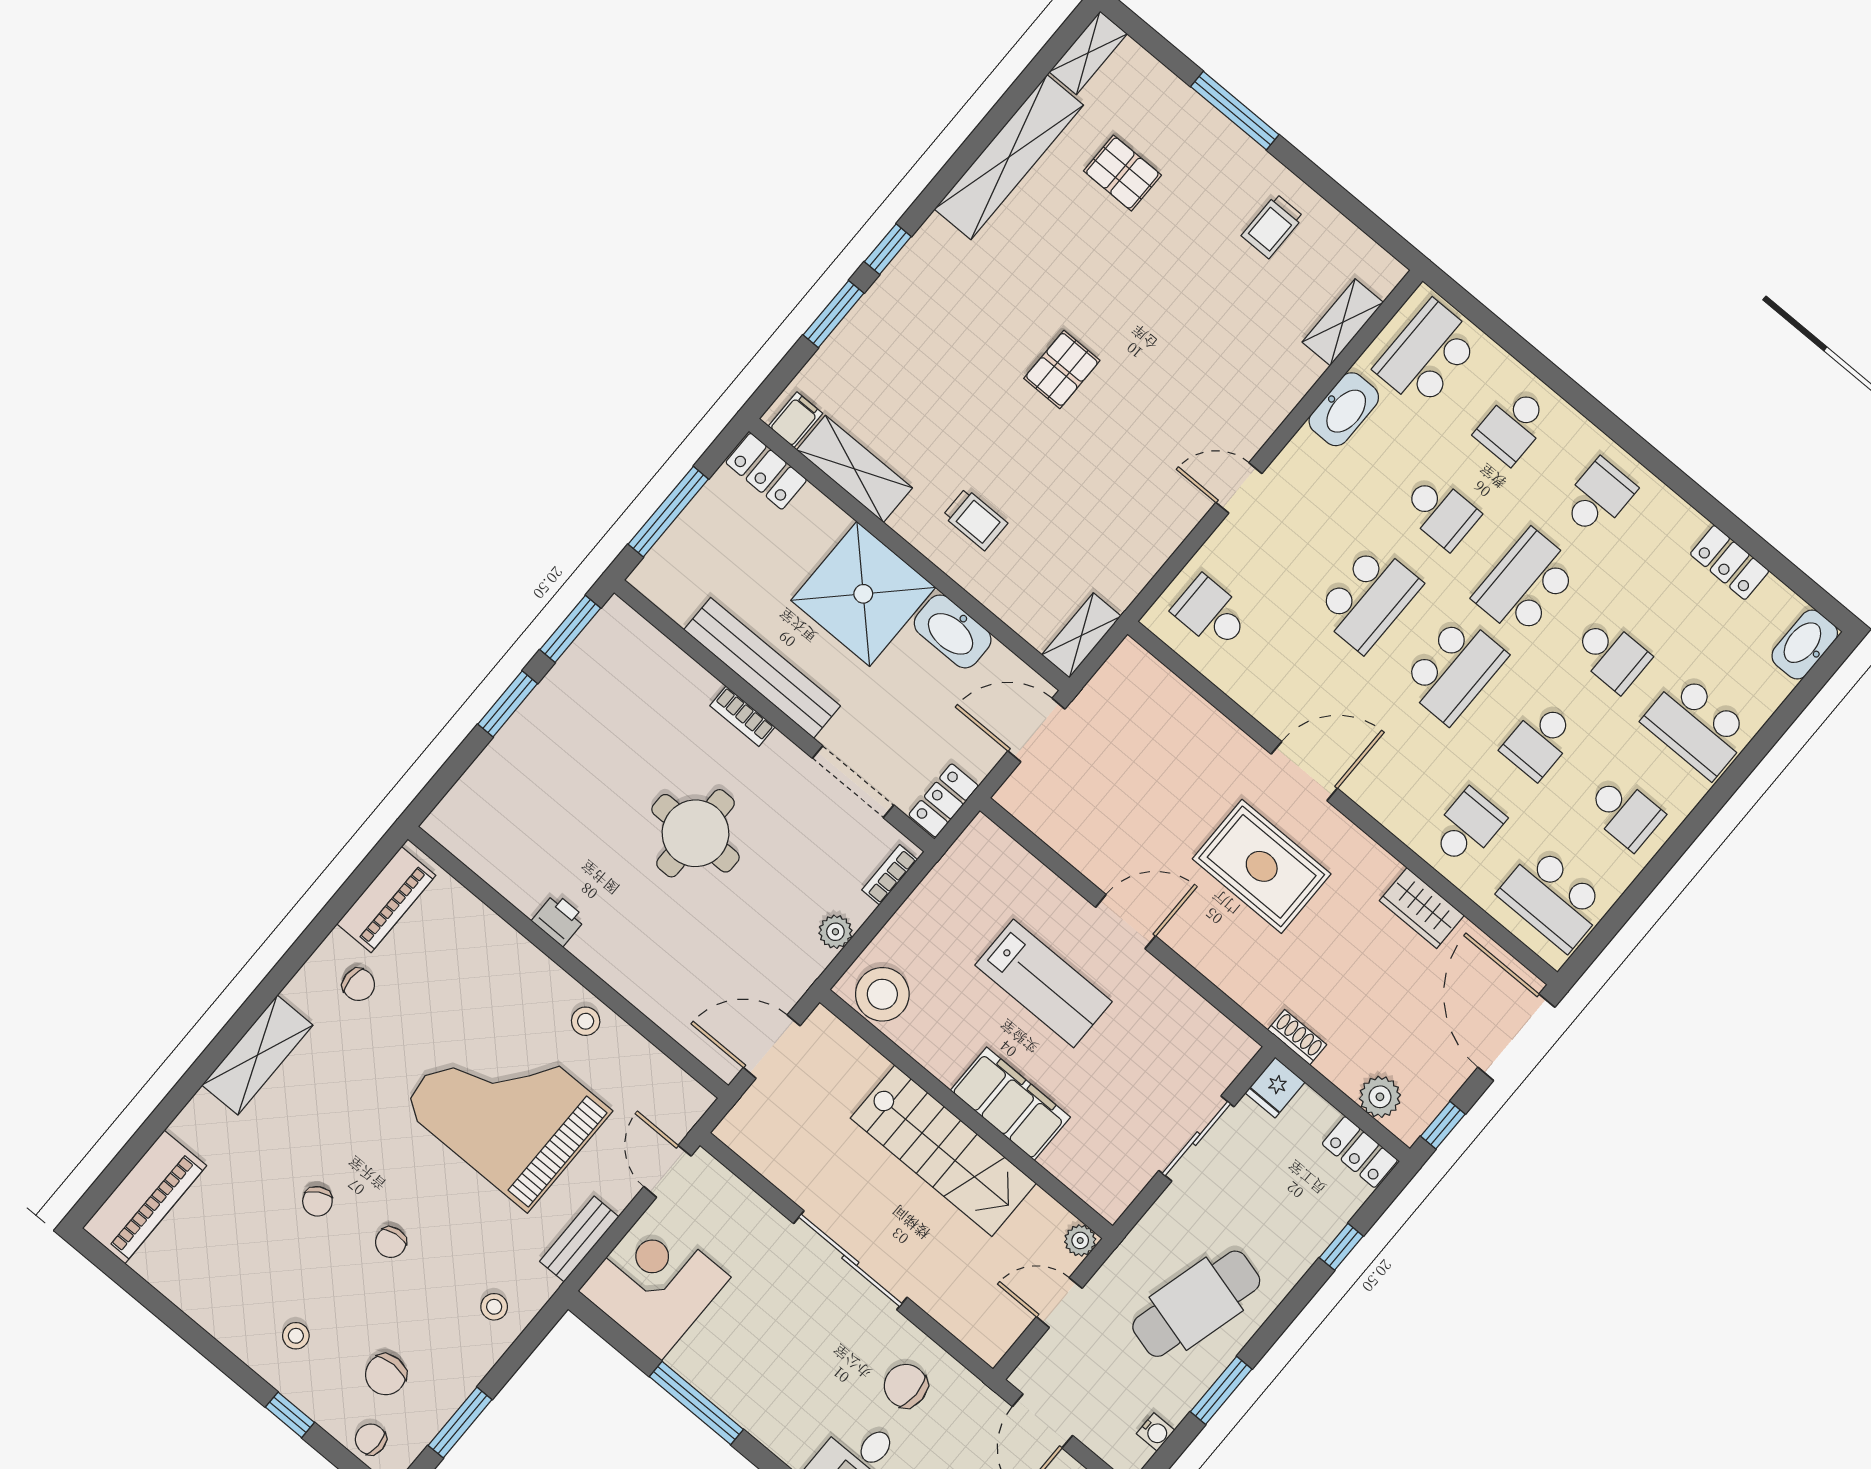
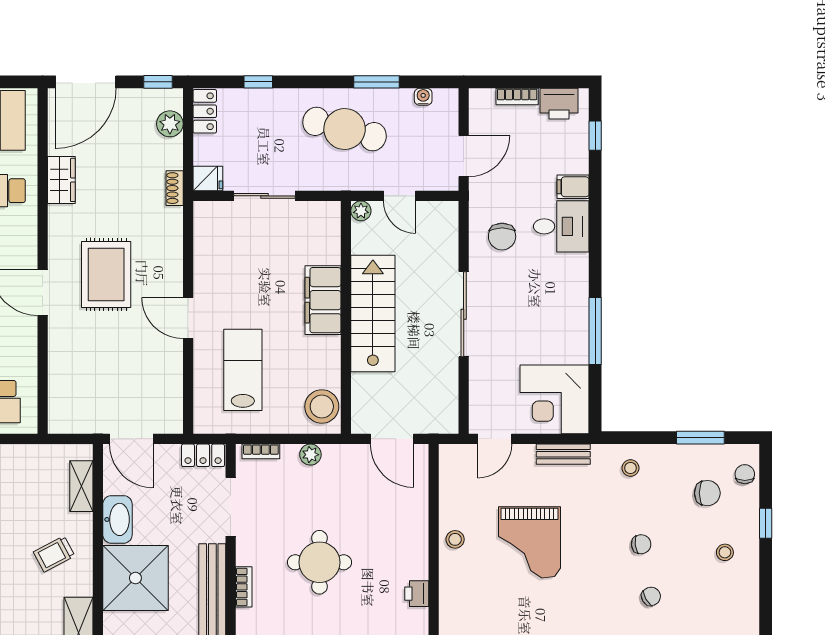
trolley: (975, 519) -> (54, 554), turned -118
shelving: (1081, 635) -> (81, 486), moved, turned 90
lab bench: (1044, 983) -> (243, 370), moved
grand piano: (506, 1109) -> (530, 542), width x0.73, depth x0.68
chair: (371, 1439) -> (745, 474), turned 180

